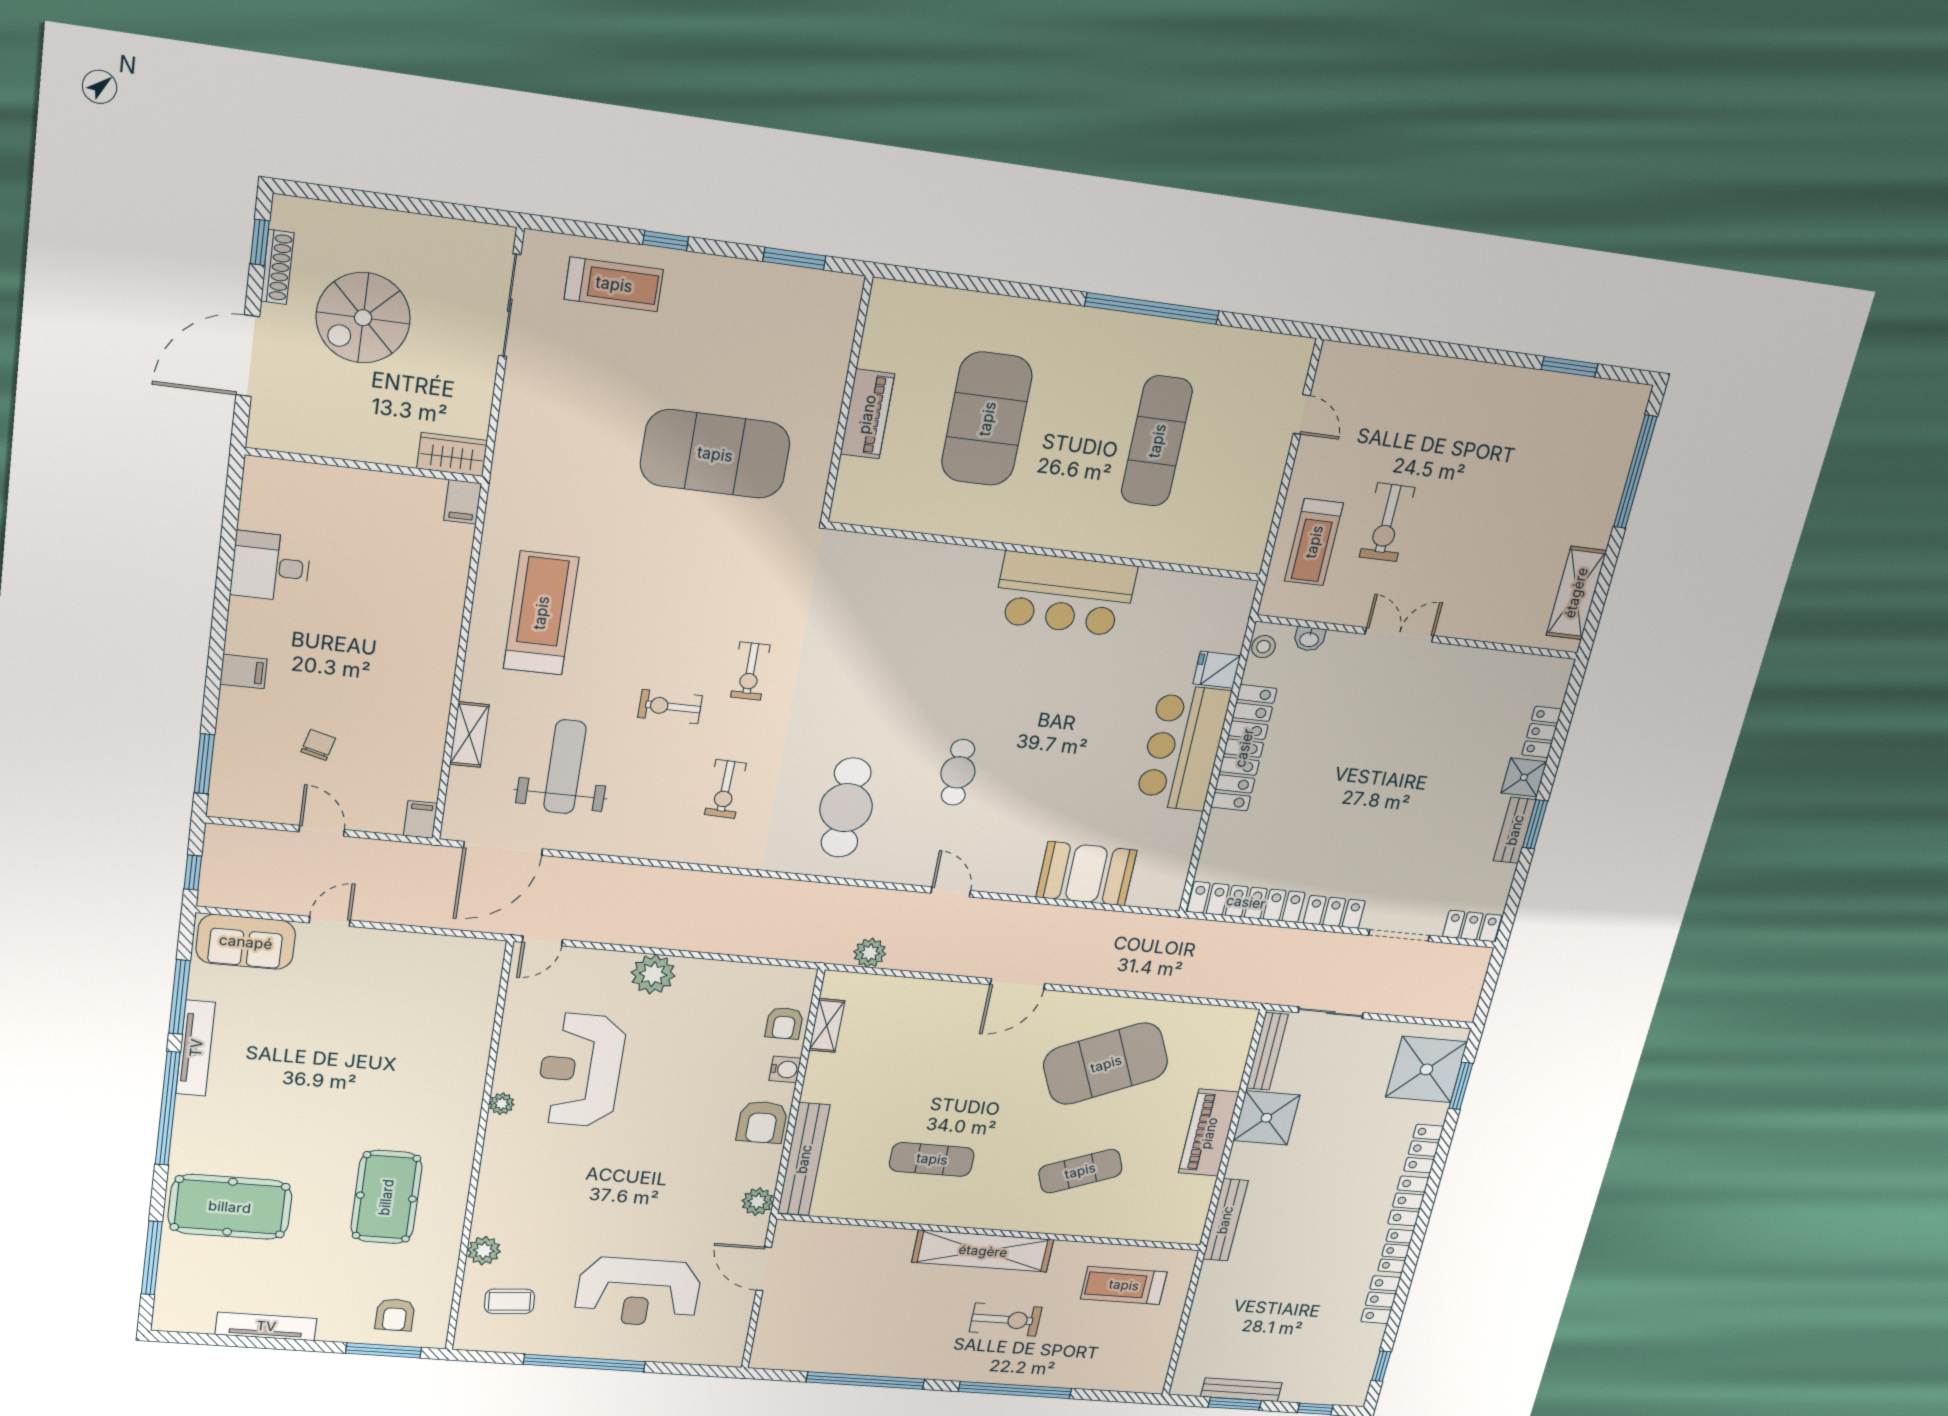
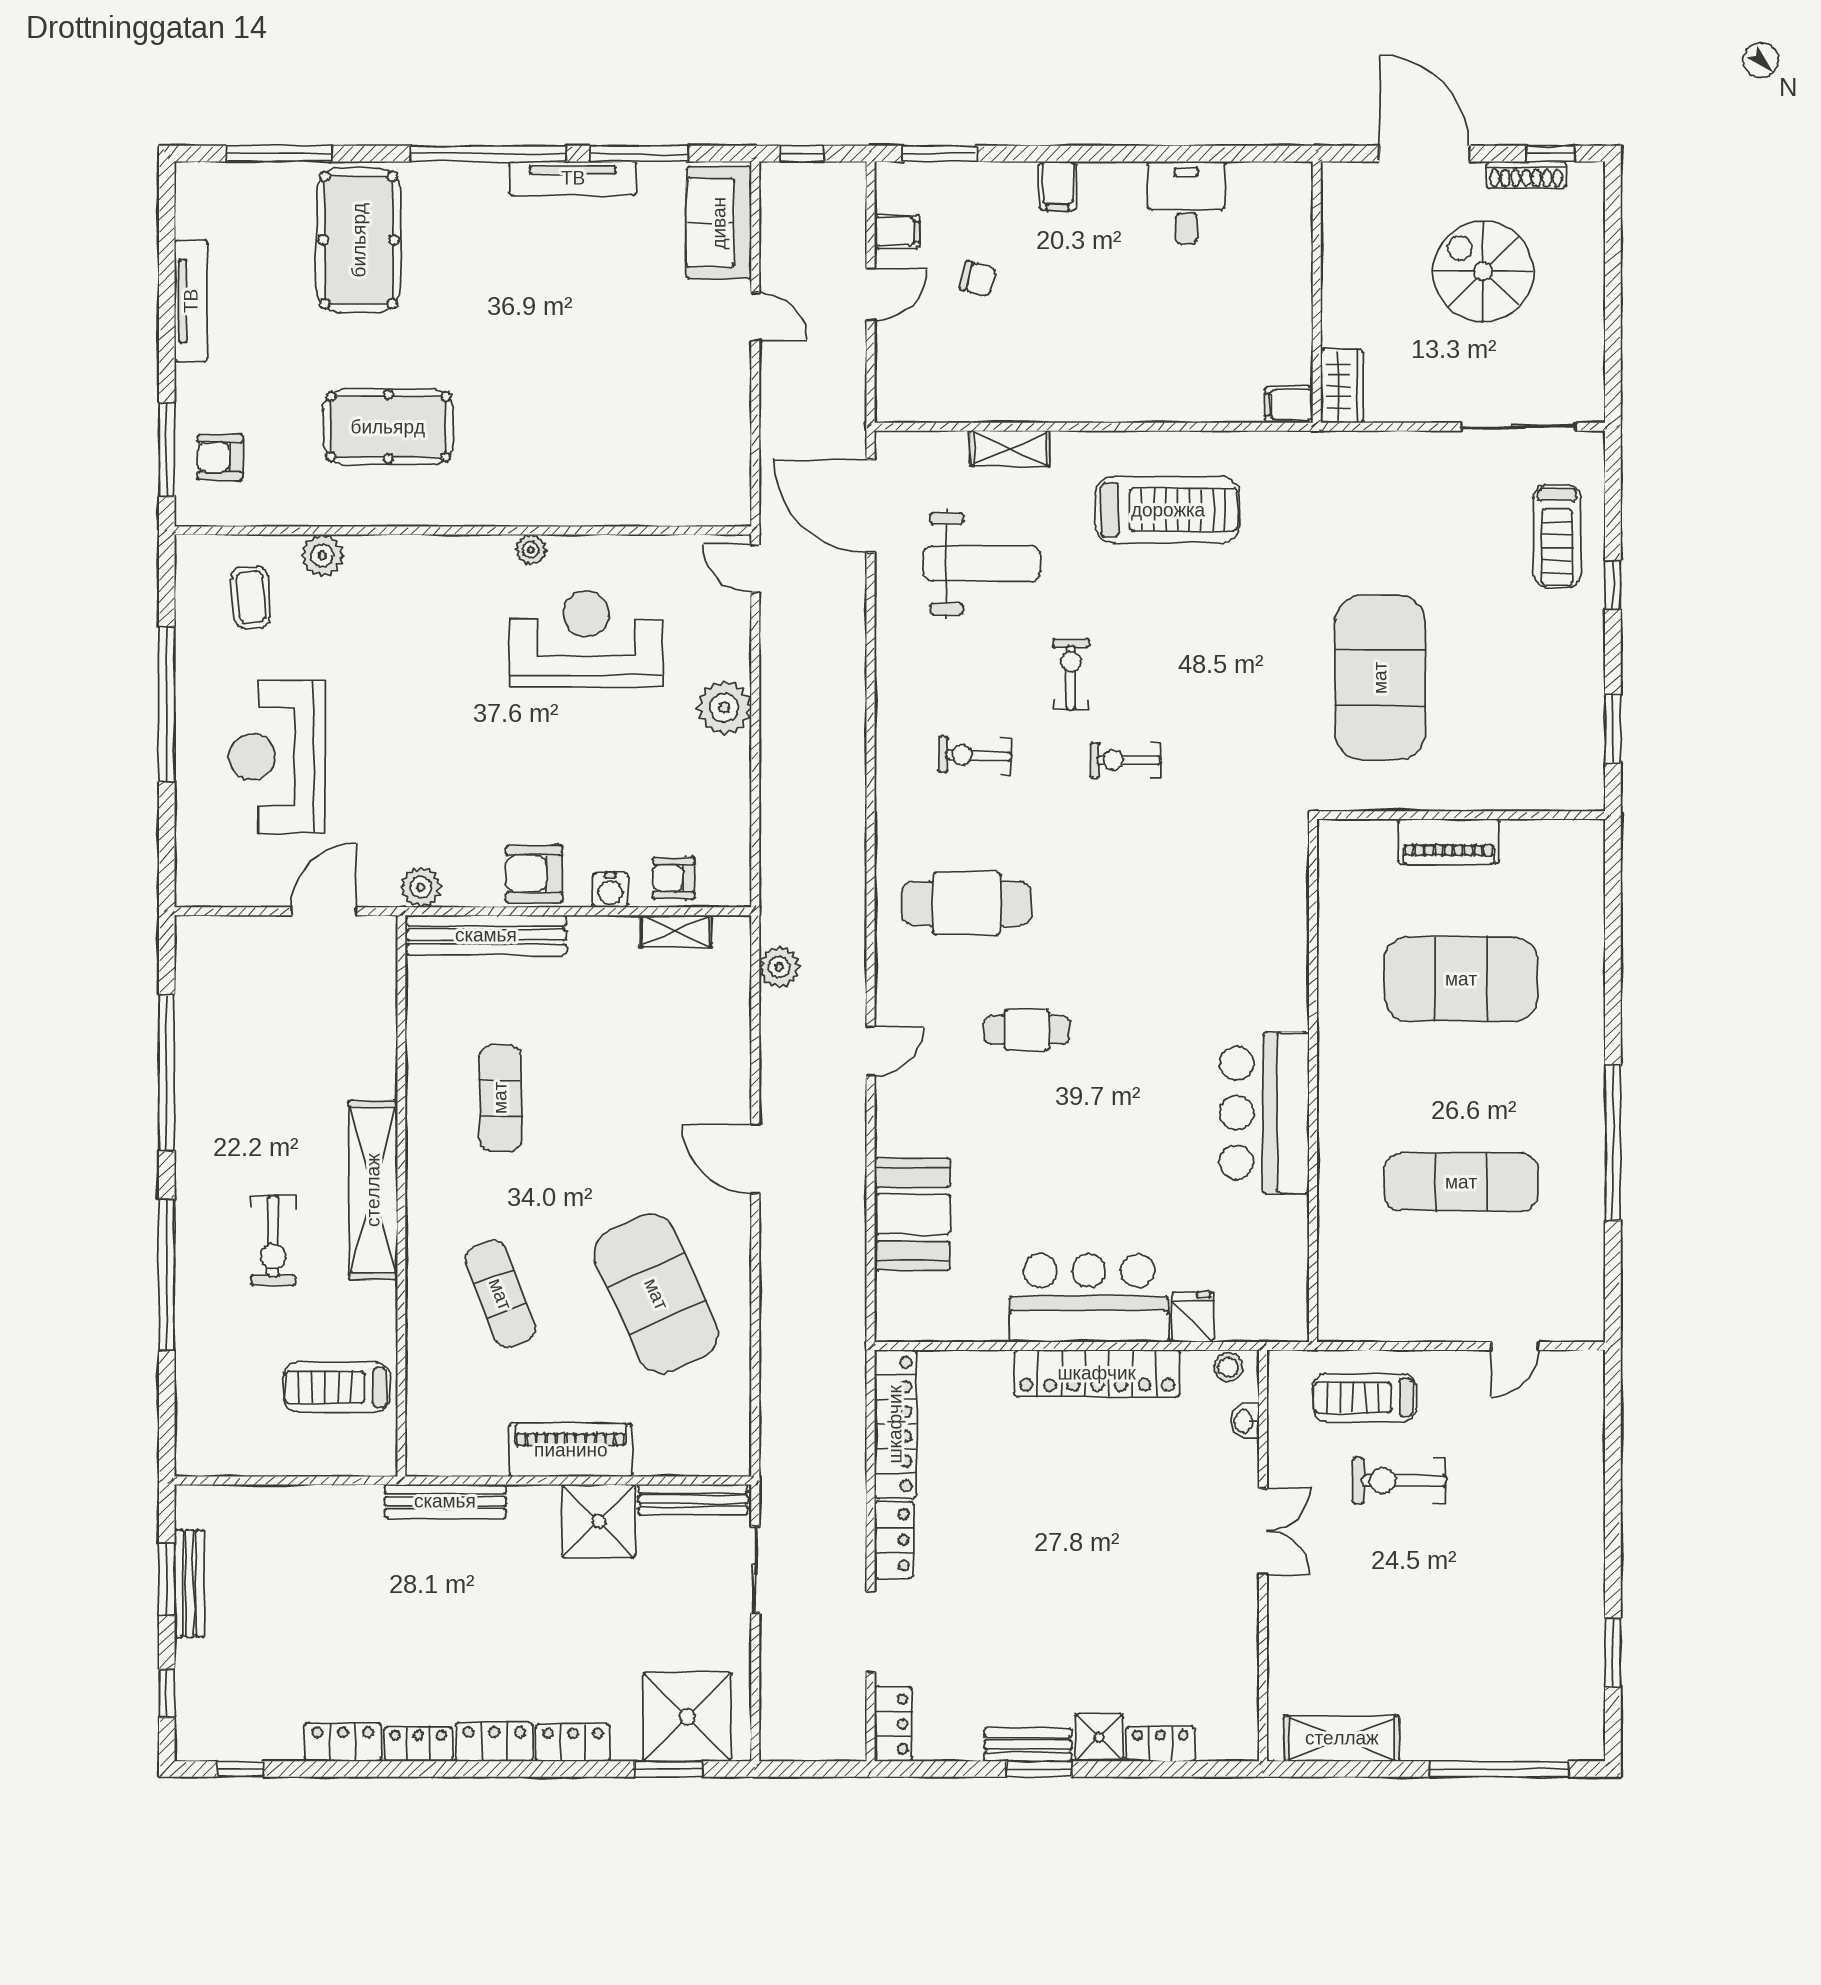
filing cabinet: (420, 819) -> (897, 232), moved
treadmill: (1124, 1285) -> (337, 1387), turned -90

